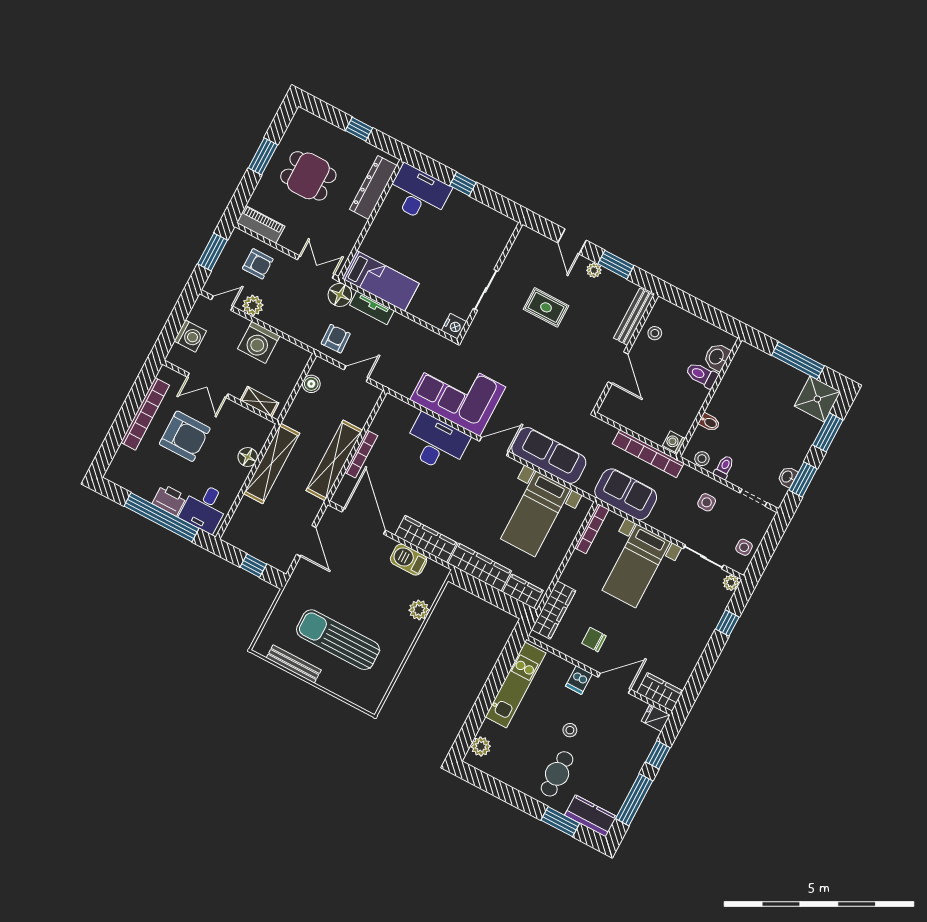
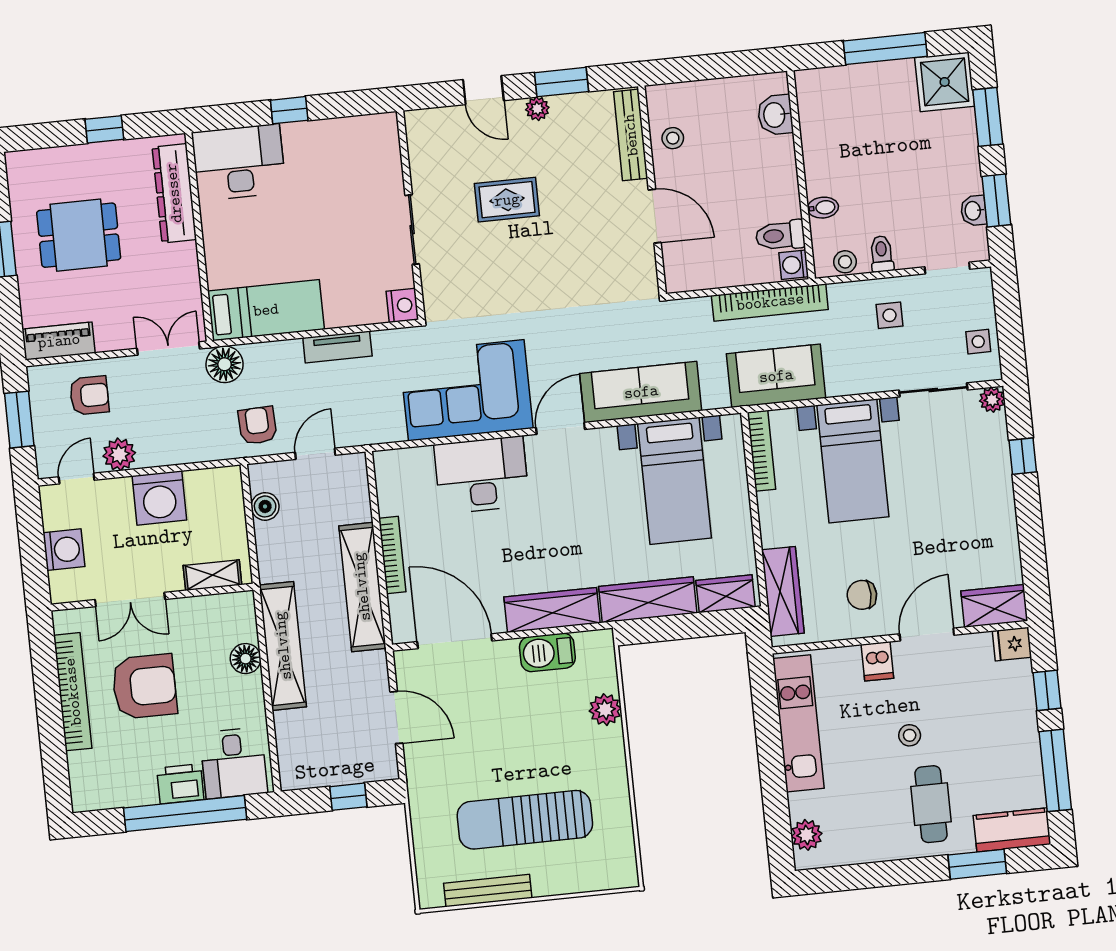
tv unit: (372, 308) -> (337, 347), moved
toilet: (702, 375) -> (780, 236), moved

